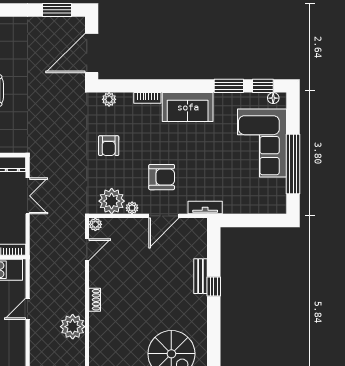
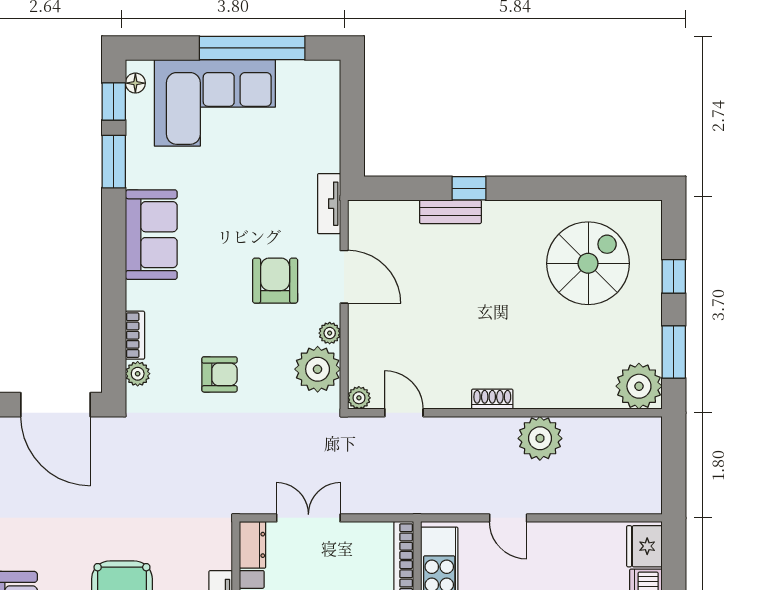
bookcase: (147, 98) -> (135, 335), moved

